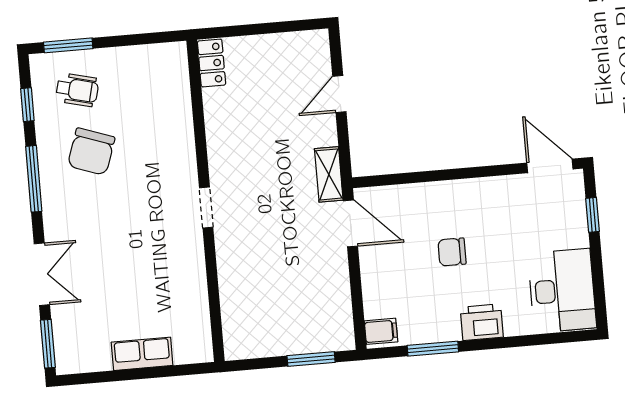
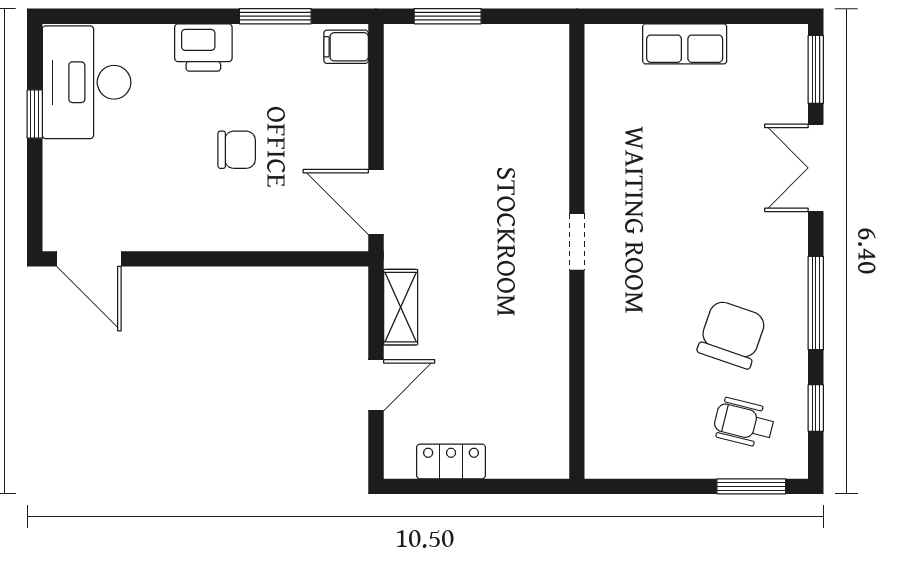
locker: (212, 63) -> (451, 461), moved, turned 90
shelving: (329, 174) -> (401, 307), moved
window: (593, 215) -> (35, 114), moved

